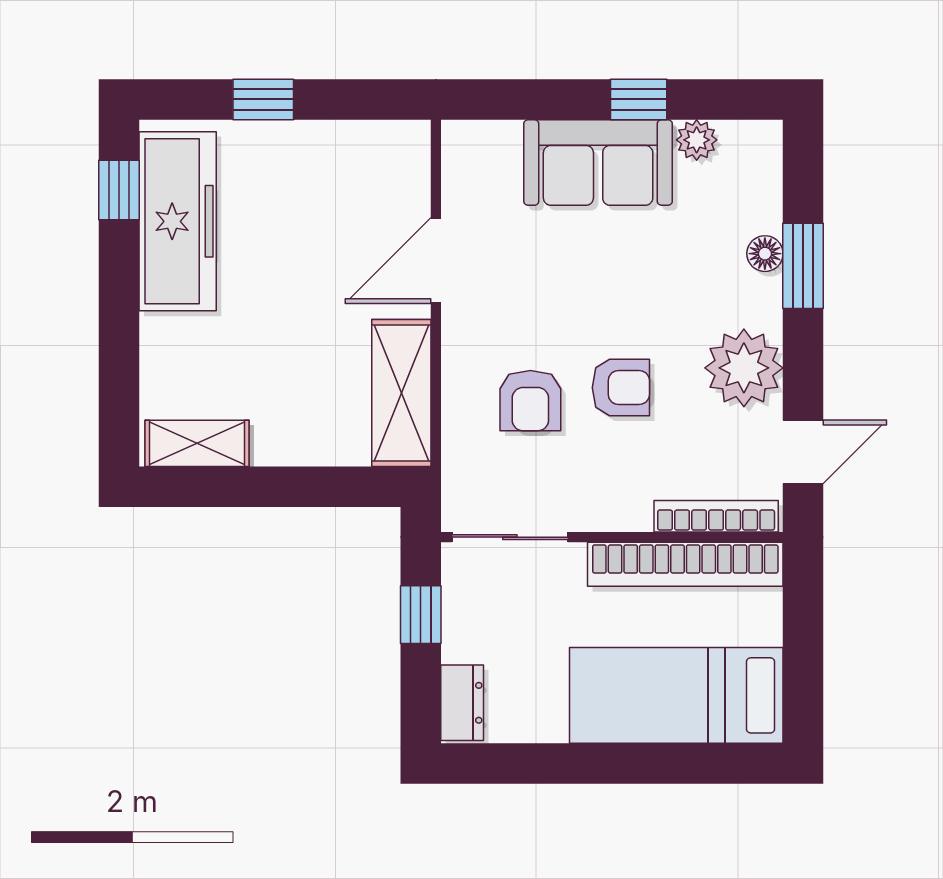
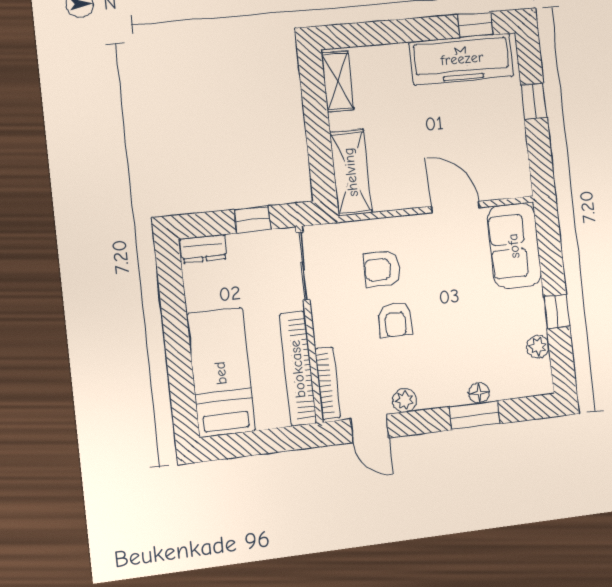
sofa: (598, 163) -> (514, 246), moved
plant: (744, 368) -> (405, 400), width x0.53, depth x0.53
shelving: (401, 393) -> (351, 172), moved, turned 90

